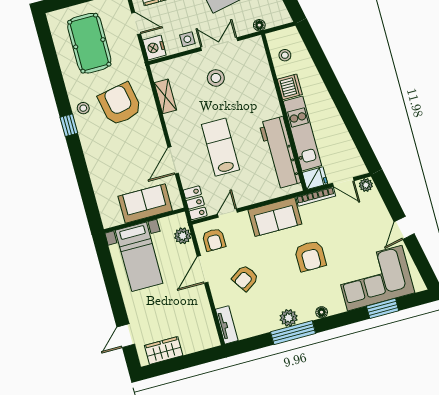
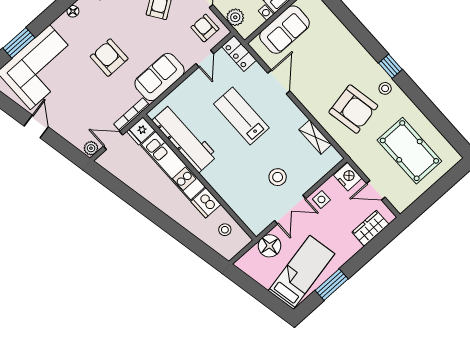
floor lamp: (259, 25) -> (270, 246), width x1.89, depth x1.89
lab bench: (221, 147) -> (241, 116), turned 180

